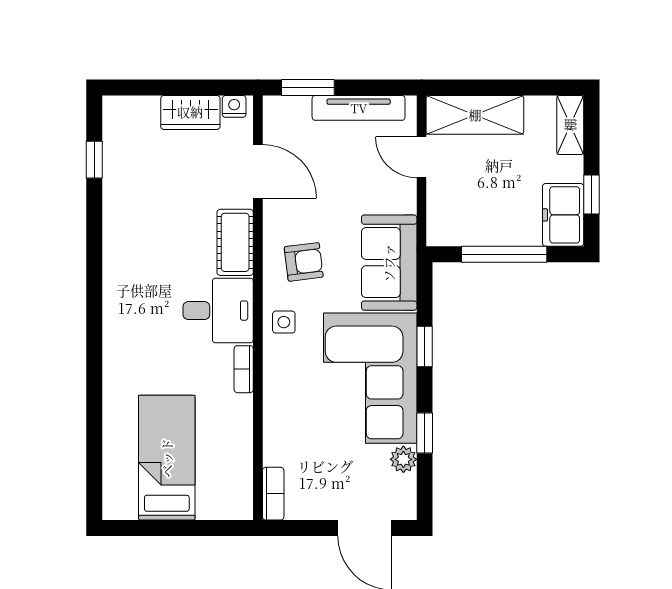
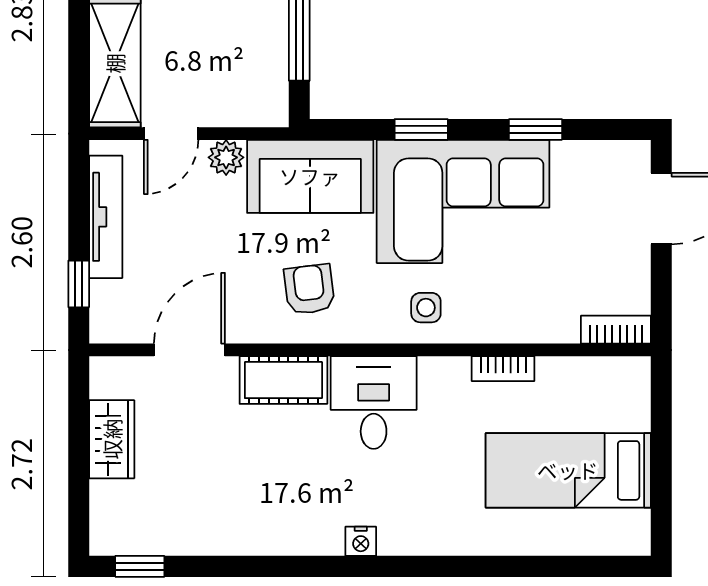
window: (308, 88) -> (79, 284), width x0.67
nightstand: (234, 106) -> (361, 541), moved, turned -90
window: (94, 160) -> (140, 566), moved
side table: (284, 322) -> (426, 308), moved
bookcase: (244, 369) -> (503, 369), moved
plant: (403, 459) -> (226, 157), moved

